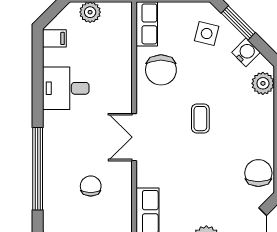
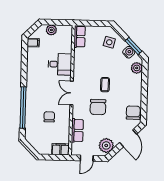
window: (238, 23) -> (133, 46), moved
chair: (161, 70) -> (98, 107), moved
desk: (66, 88) -> (60, 64), moved, turned 180

